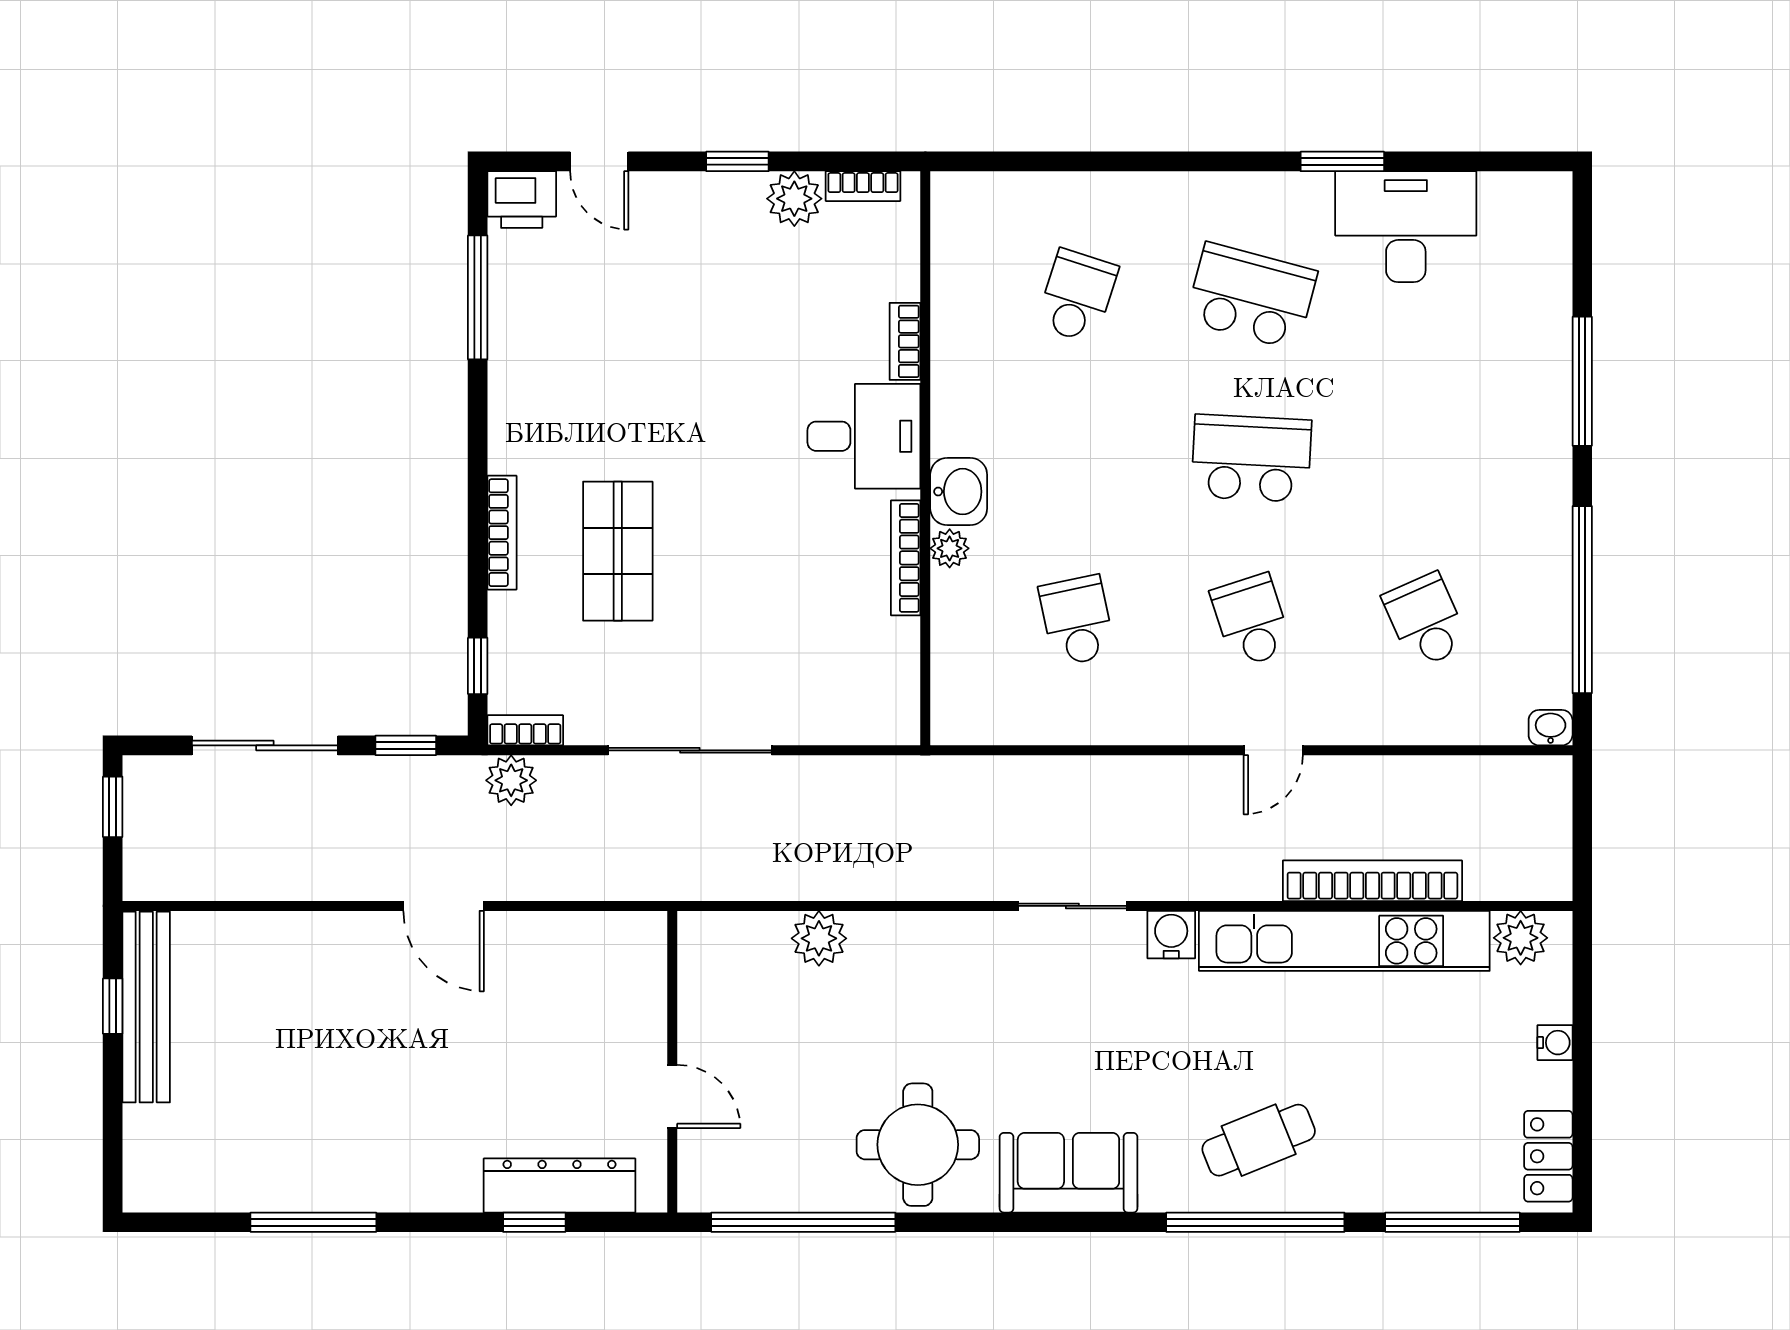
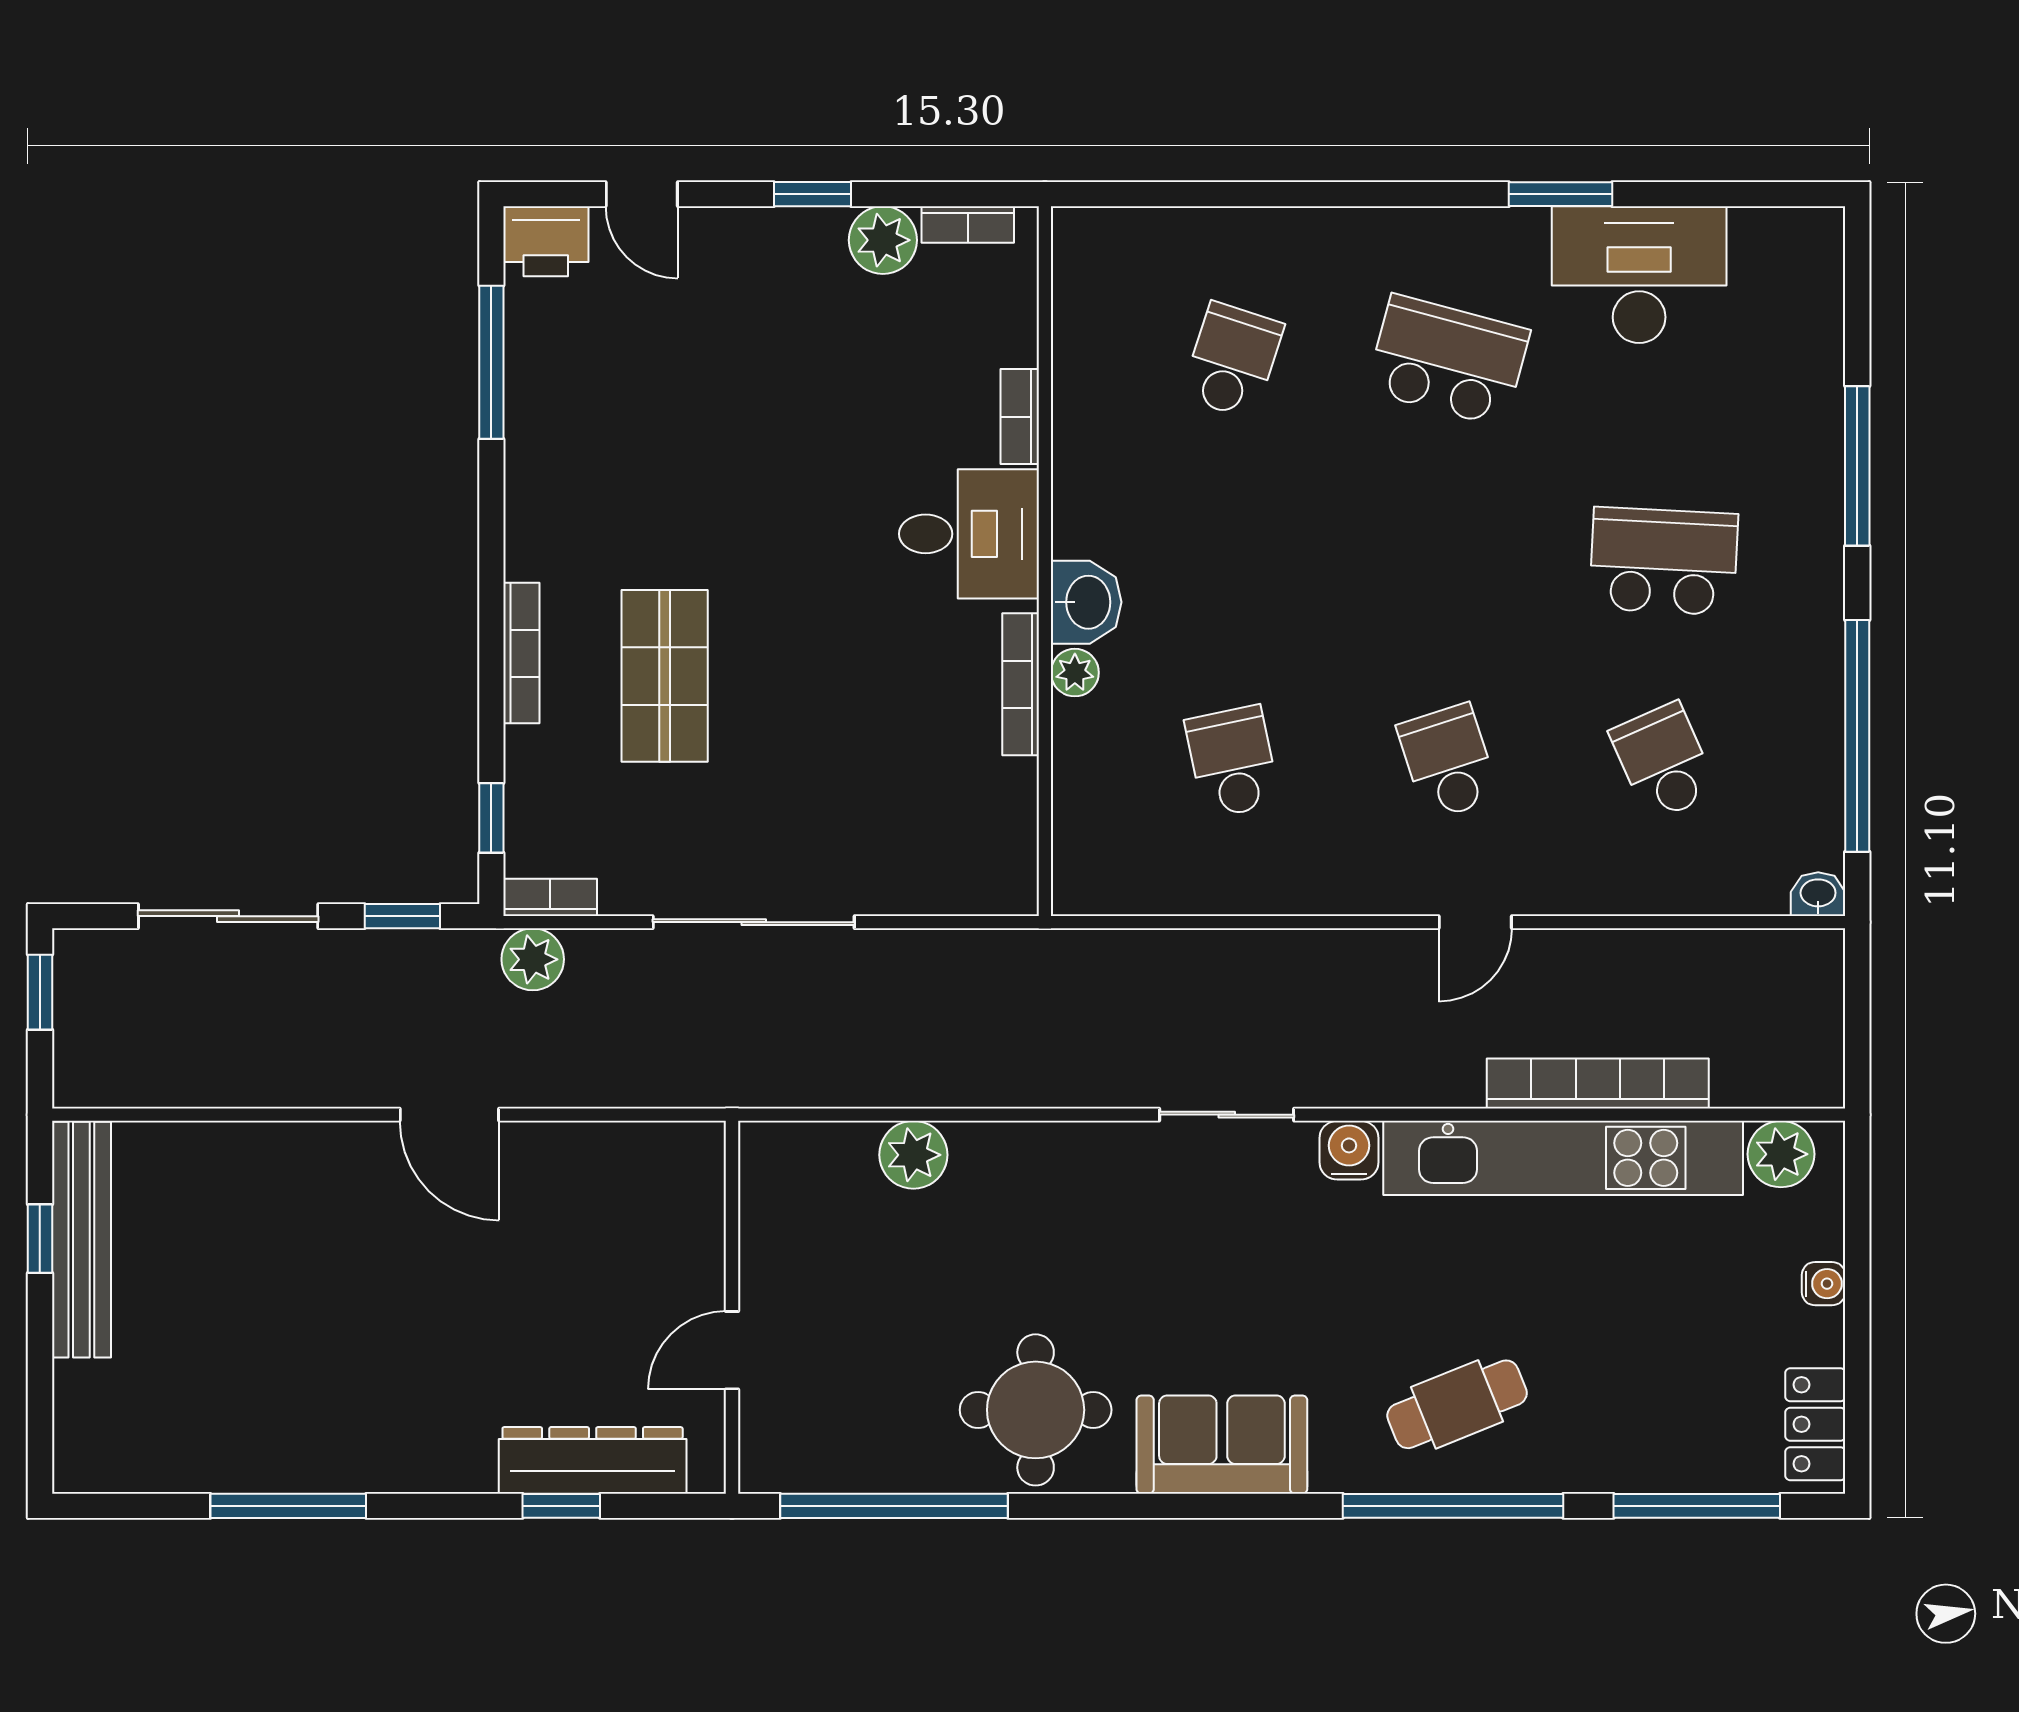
school desk: (1251, 458) -> (1664, 561), moved
door: (672, 1096) -> (732, 1350), swing flipped

